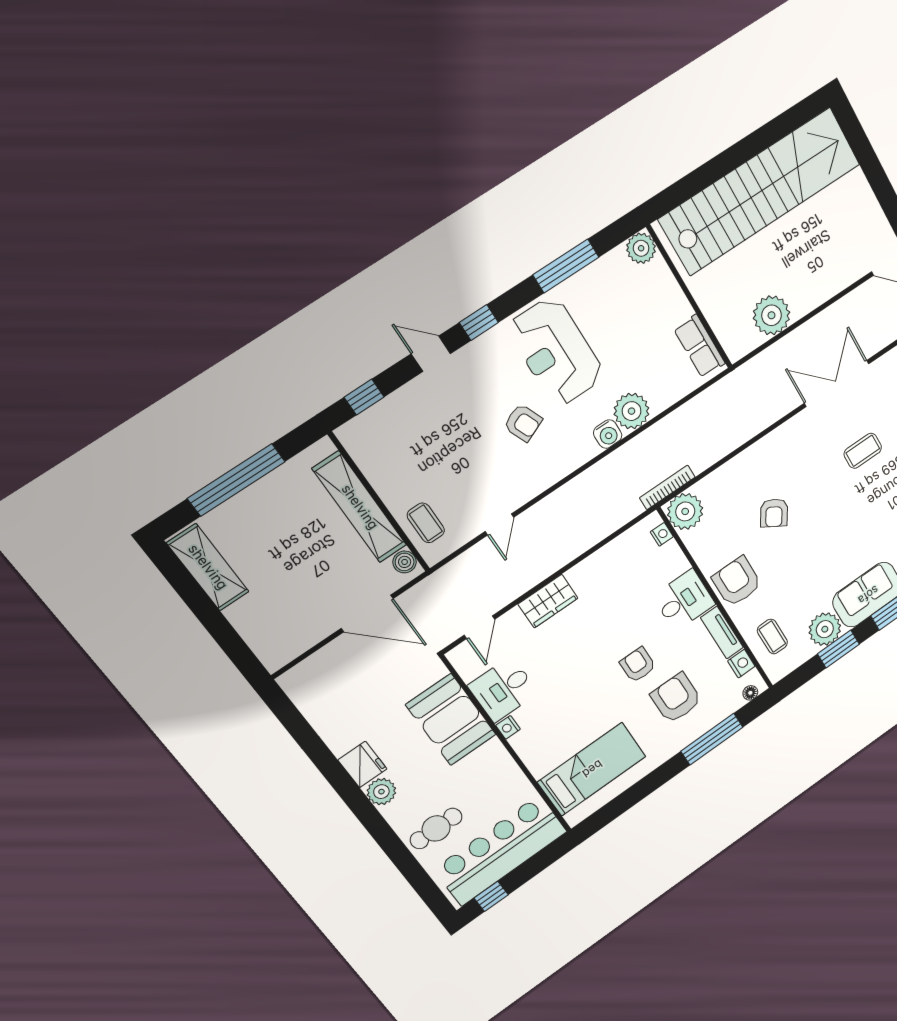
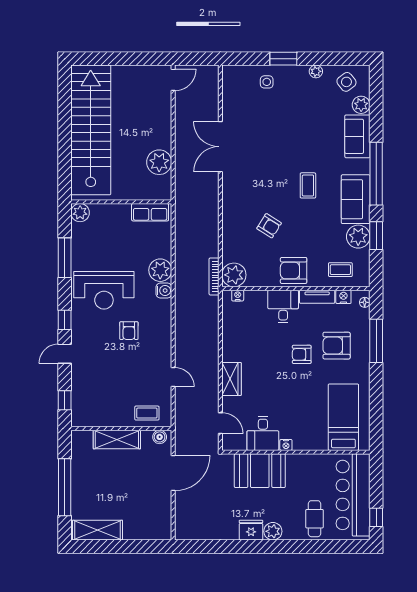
armchair: (523, 423) -> (129, 331), turned 113
coffee table: (863, 451) -> (308, 185), moved
shelving: (360, 507) -> (117, 439), width x0.68

